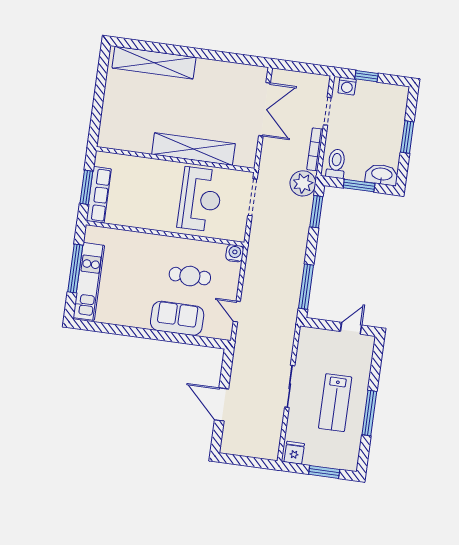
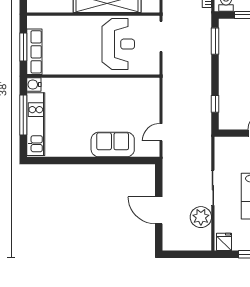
plant: (303, 183) -> (201, 217), moved
water cooler: (235, 253) -> (34, 85), moved, turned -90
cafe table: (190, 276) -> (118, 108), removed
window: (306, 287) -> (215, 104), width x0.46
door: (237, 312) -> (161, 132), hinge flipped

